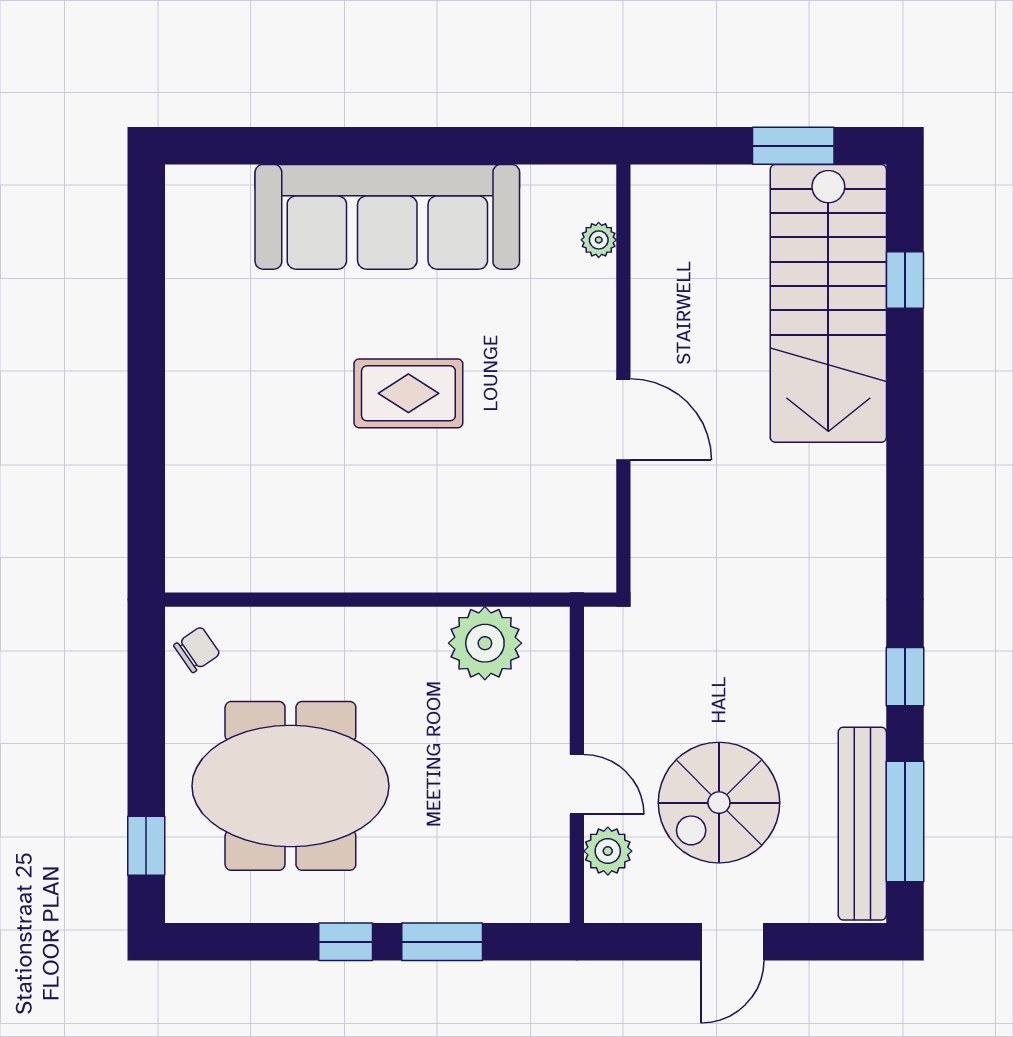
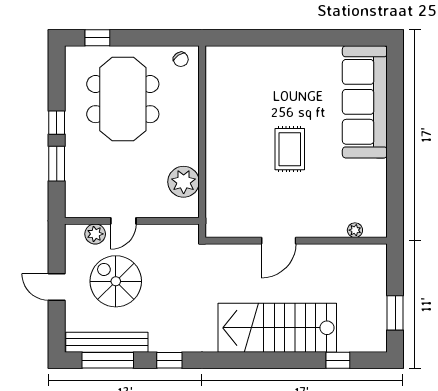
sofa: (387, 217) -> (365, 102), moved
stairs: (828, 303) -> (277, 328), moved

